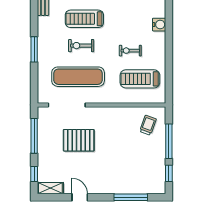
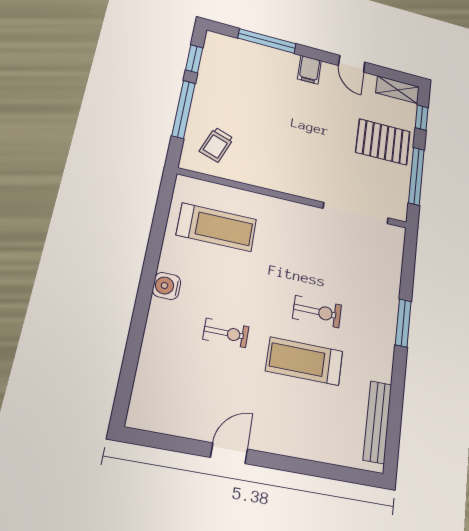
treadmill: (84, 19) -> (304, 361), turned 180
water cooler: (159, 25) -> (167, 286), moved
exercise bike: (130, 51) -> (226, 333), moved
exercise mat: (78, 77) -> (330, 257), removed
pallet: (79, 140) -> (383, 142), moved
filing cabinet: (104, 186) -> (309, 70), added

